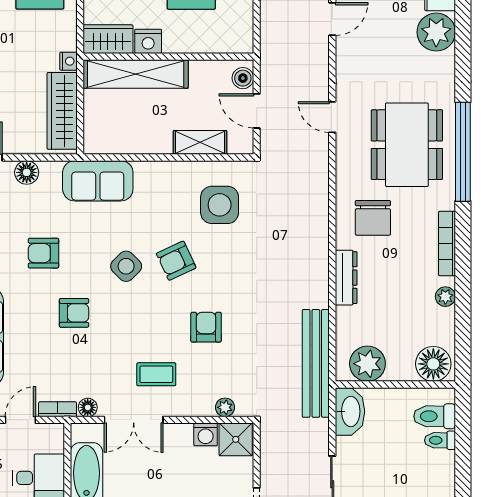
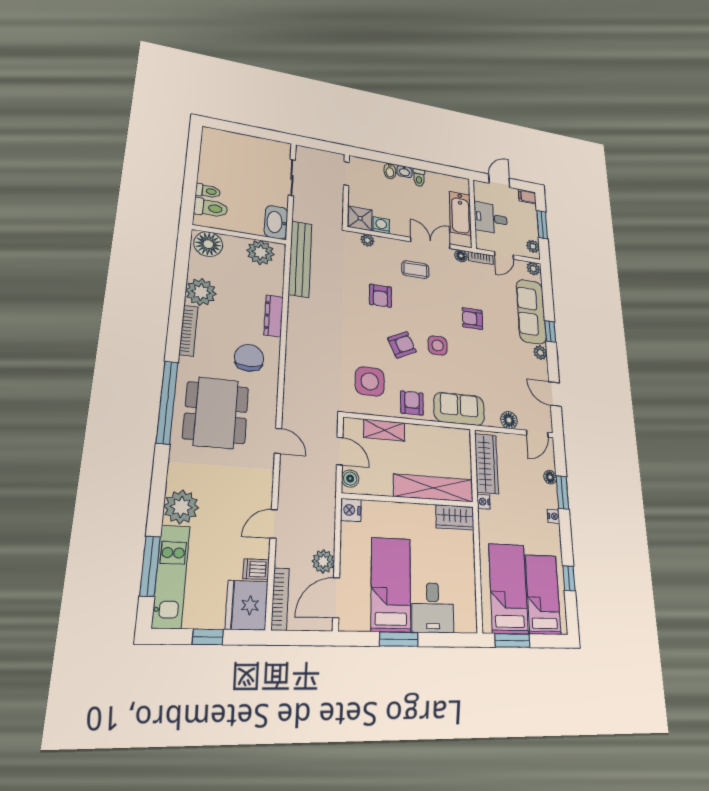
nightstand: (148, 41) -> (351, 510), moved, turned -90
armchair: (44, 253) -> (412, 403), moved, turned -90
side table: (126, 266) -> (438, 345), turned 45
plant: (445, 297) -> (201, 292), width x1.88, depth x1.88

